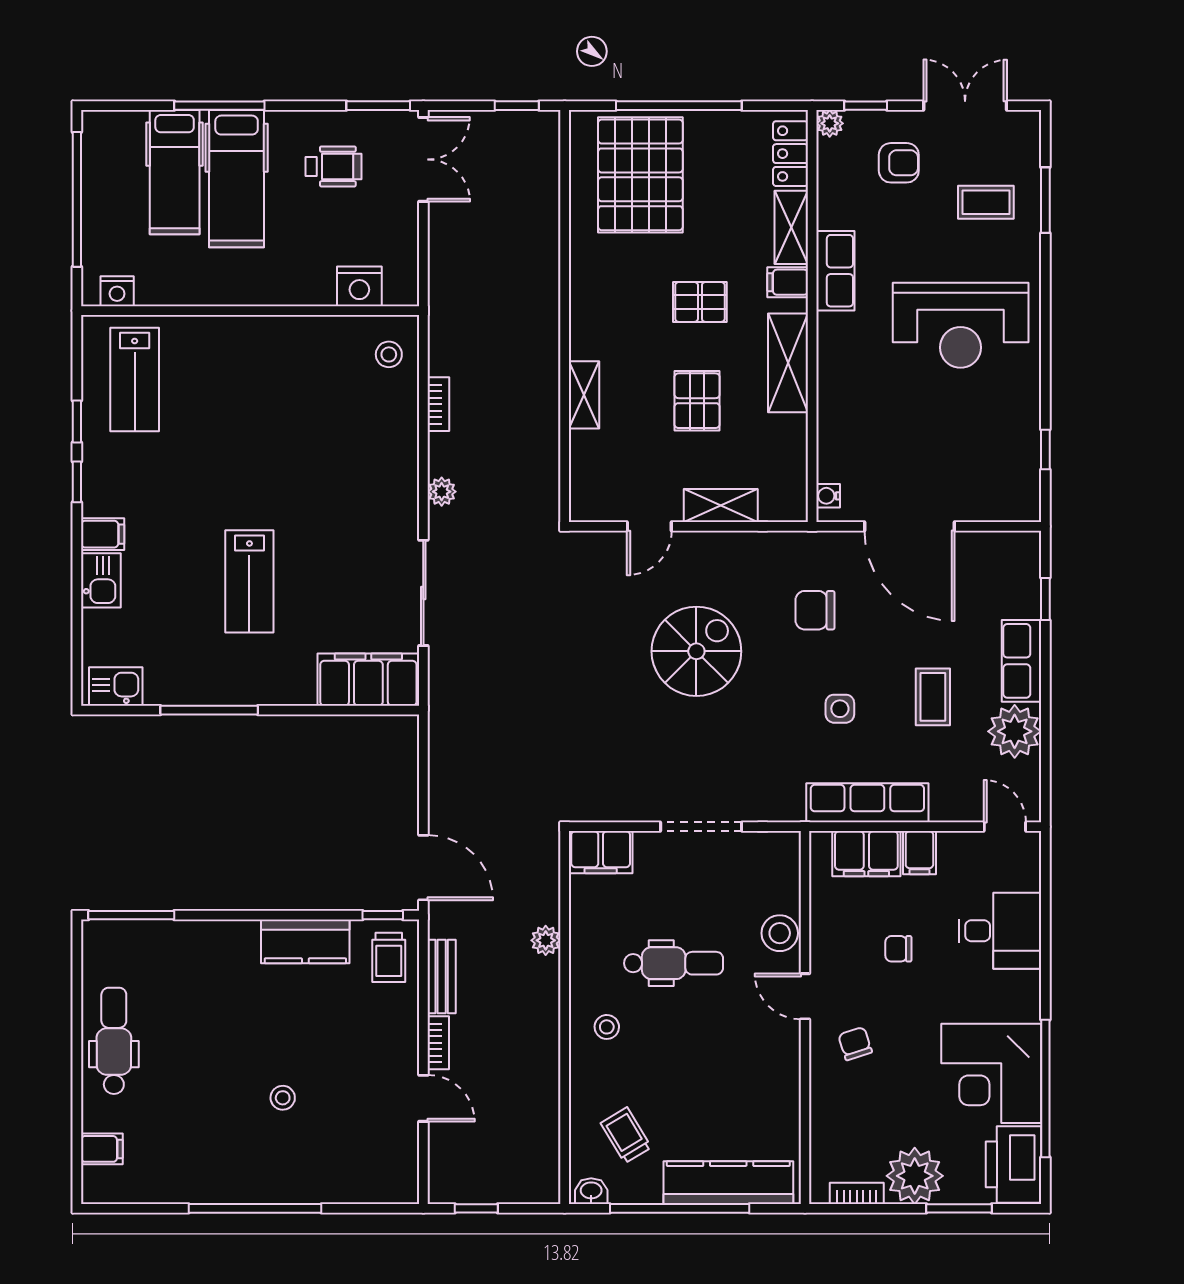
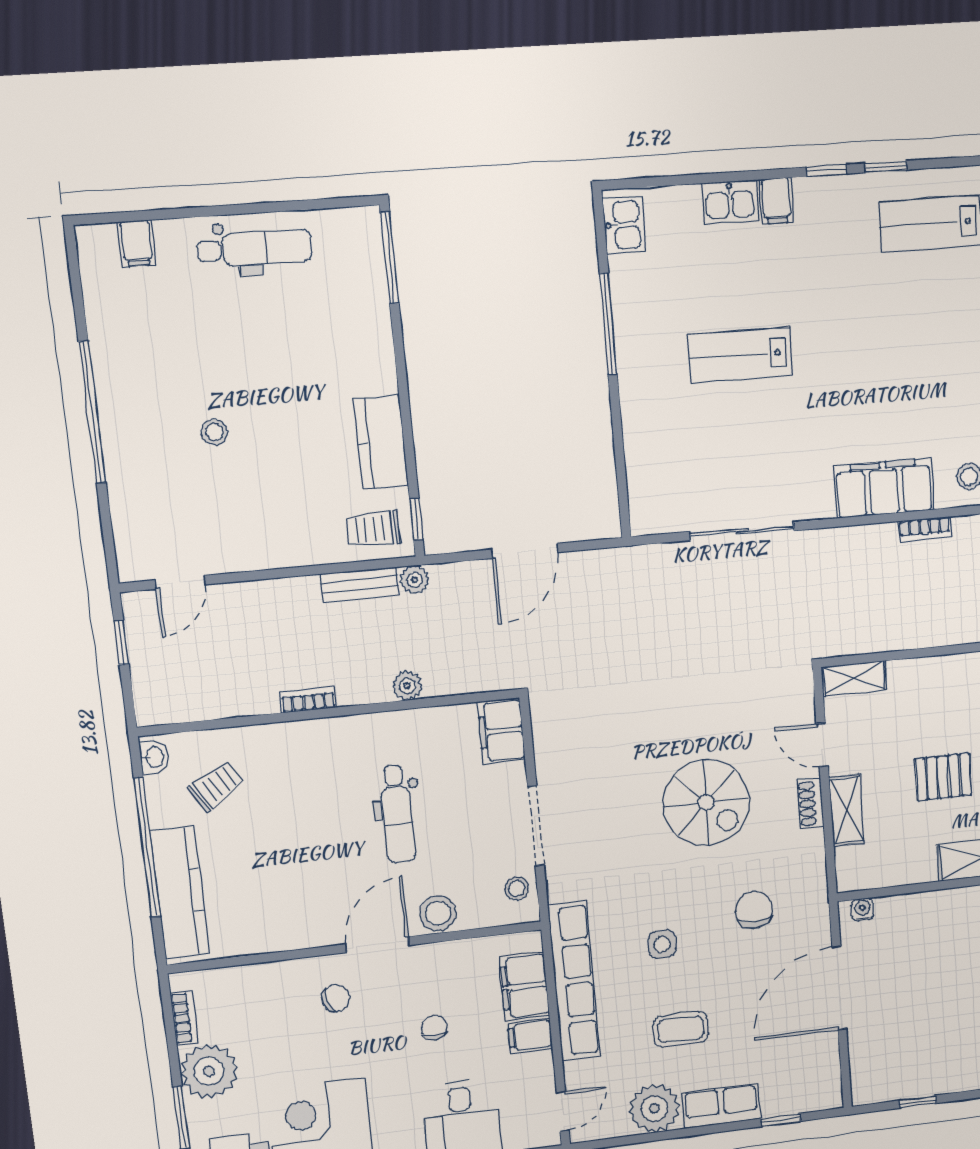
shelving: (584, 395) -> (854, 678), moved
plant: (442, 492) -> (415, 580), moved
shoe rack: (709, 543) -> (810, 803), added
filing cabinet: (368, 680) -> (884, 488), moved, turned -90
row of seats: (867, 803) -> (574, 981), width x1.36
door: (423, 868) -> (525, 551), moved
door: (805, 996) -> (378, 945), width x1.38
stool: (607, 1027) -> (517, 888), moved
bookcase: (438, 1043) -> (308, 700), moved, turned 180
door: (423, 1098) -> (180, 582), moved

